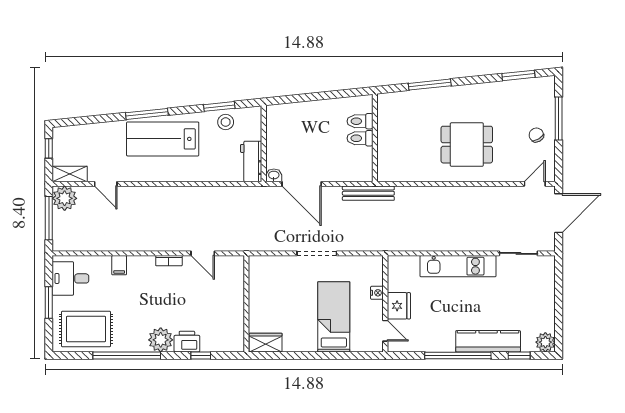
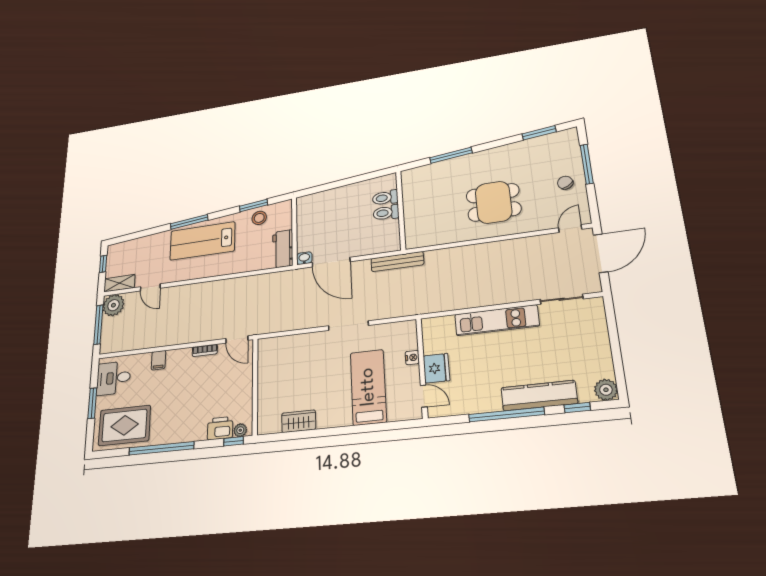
wall: (246, 304) -> (255, 386), moved
plant: (161, 340) -> (240, 430), moved, width x0.53, depth x0.53

